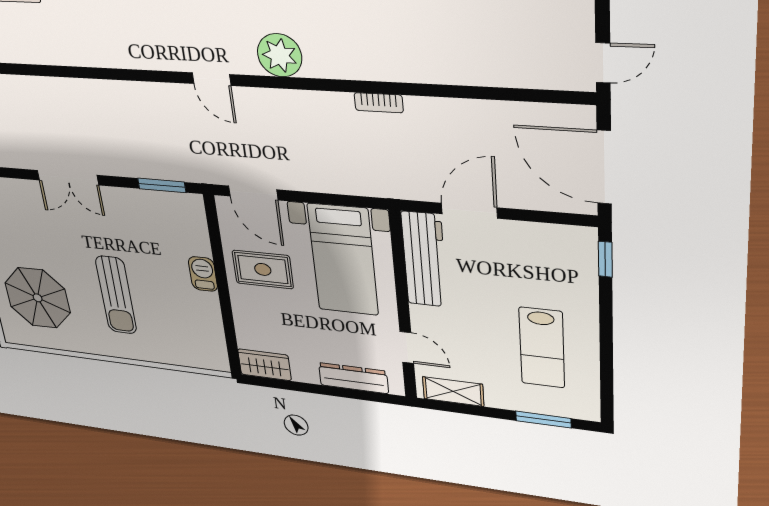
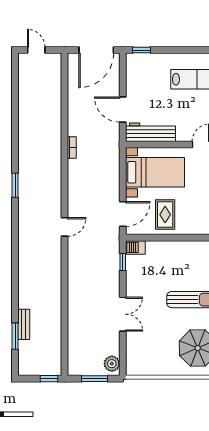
plant: (280, 55) -> (51, 192), removed
door: (603, 63) -> (36, 50), moved
window: (162, 185) -> (123, 262), width x0.67
barbecue: (203, 274) -> (135, 247), moved

